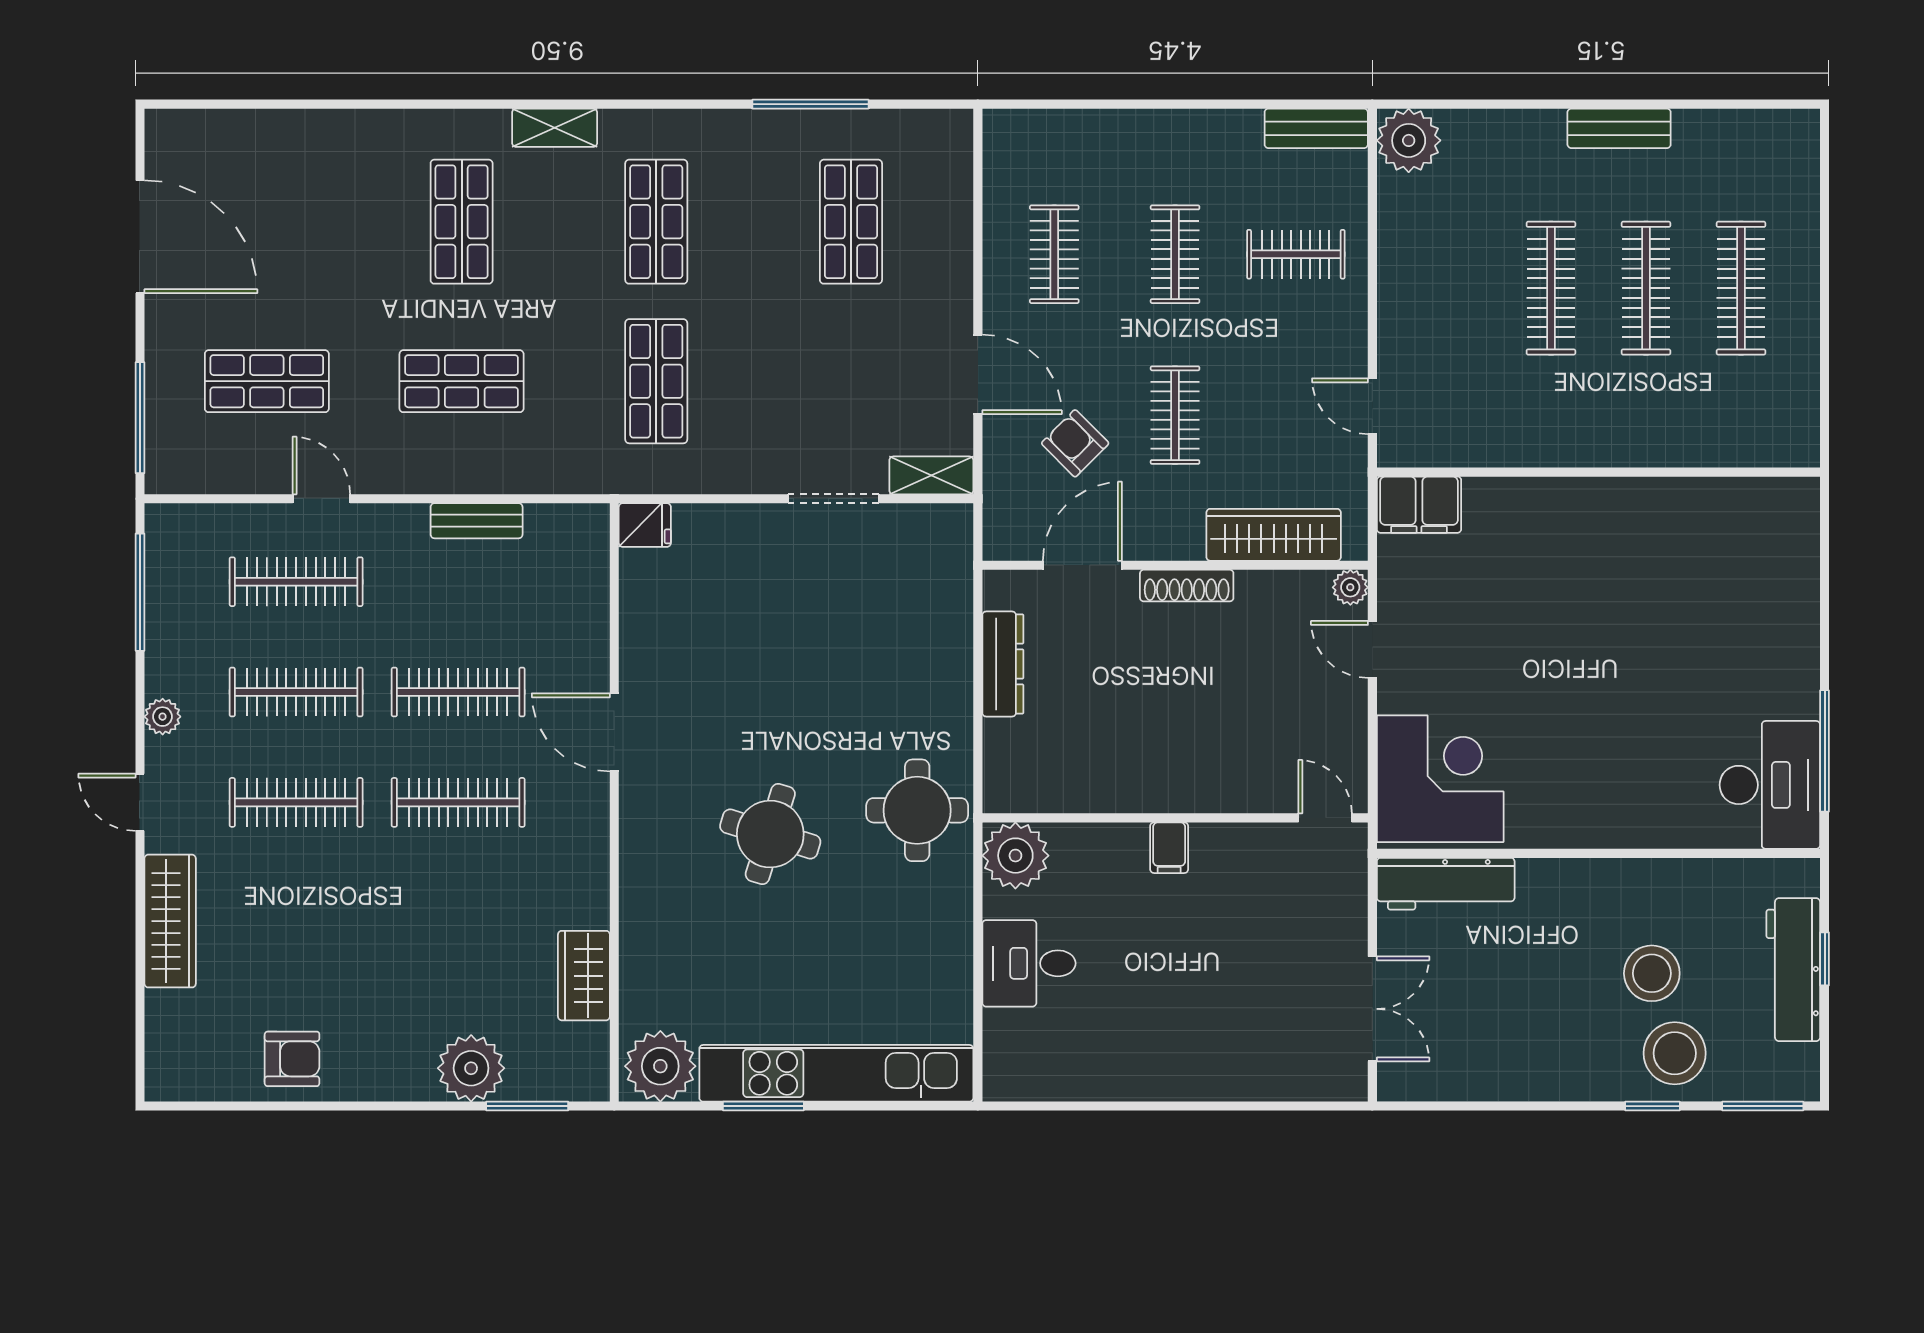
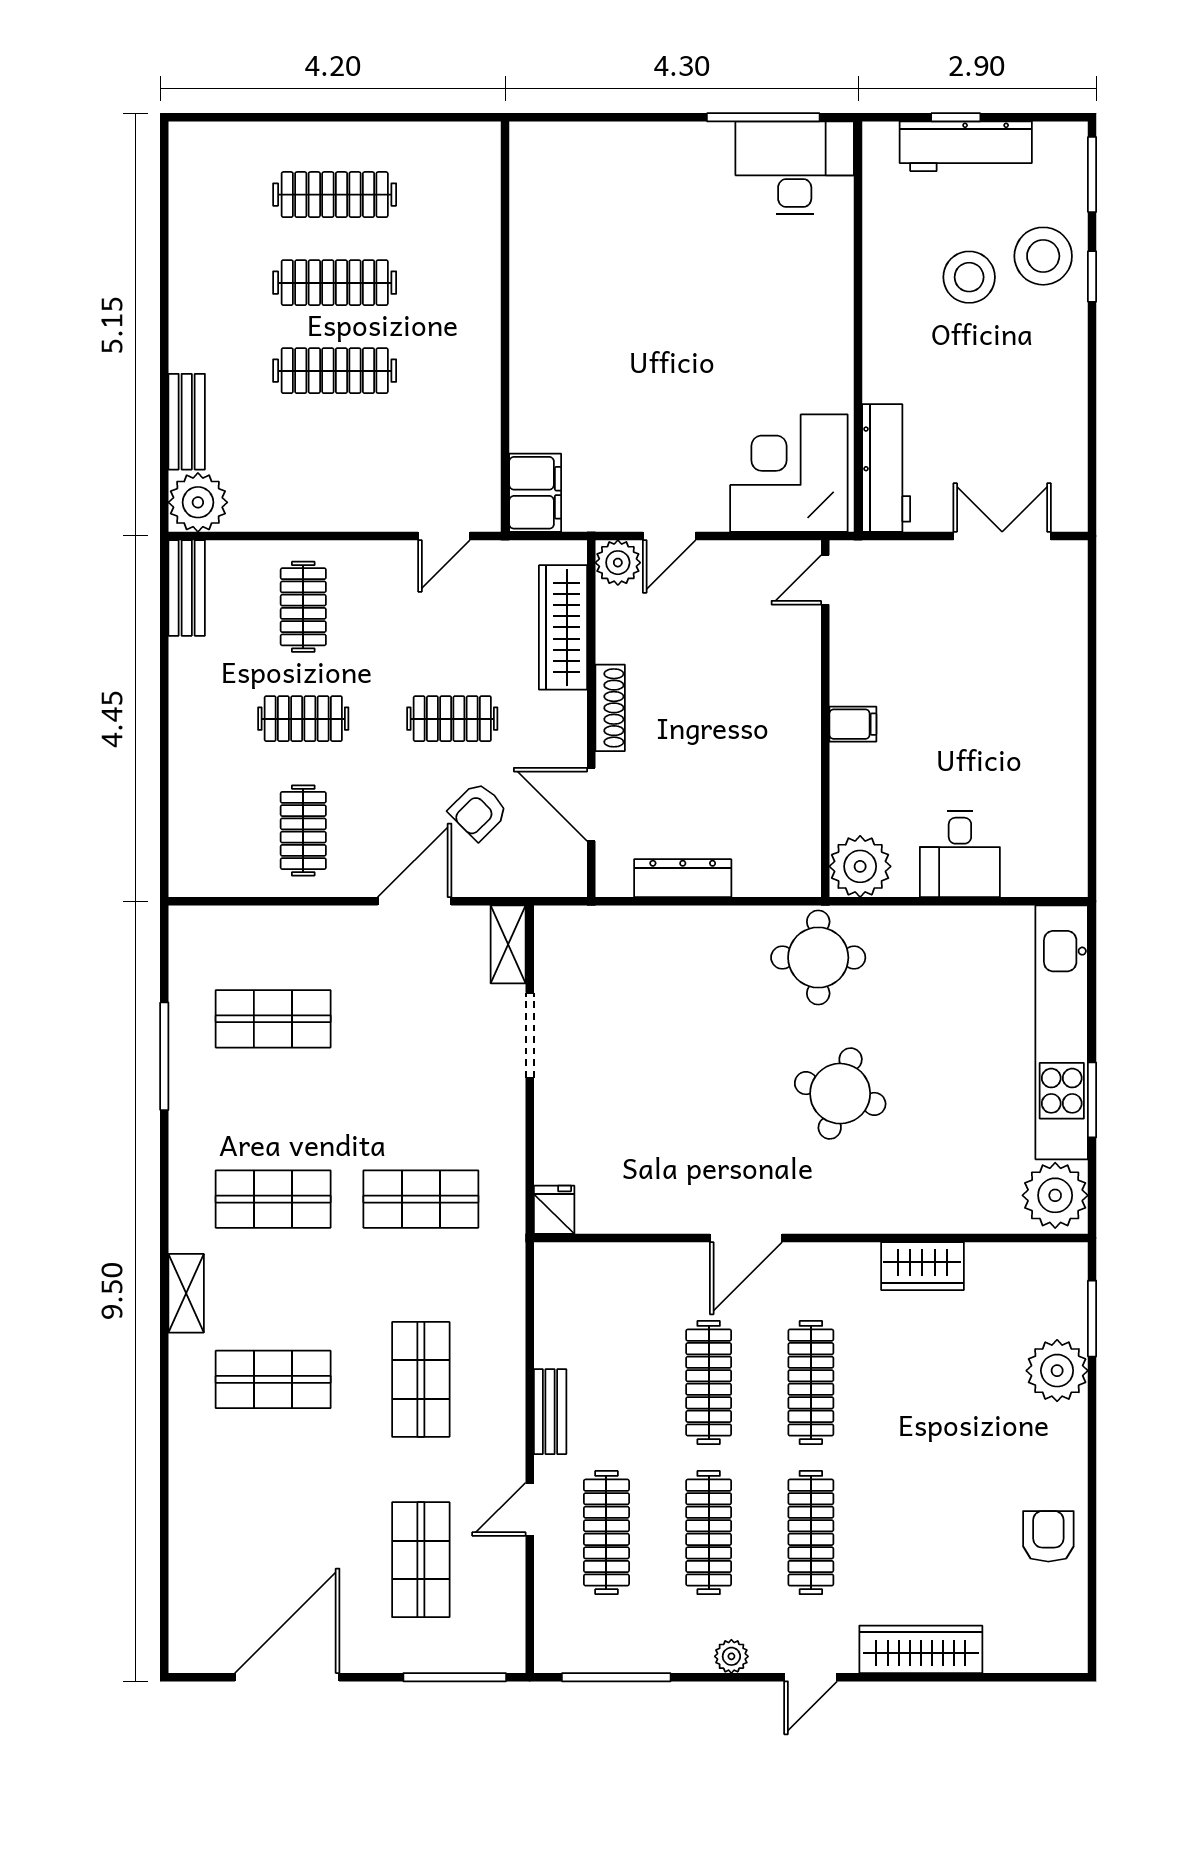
bench: (1619, 128) -> (187, 422), moved
clothes rail: (1054, 254) -> (303, 830), turned 90
bench: (477, 521) -> (550, 1412), moved
plant: (1350, 587) -> (618, 563), width x1.38, depth x1.38
wardrobe: (584, 976) -> (922, 1266), moved

